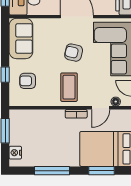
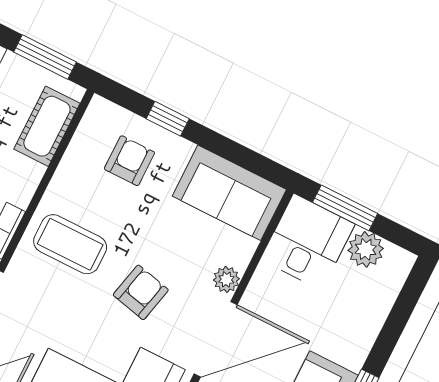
plant: (53, 24) -> (226, 279), added
cot: (30, 117) -> (47, 126), added

